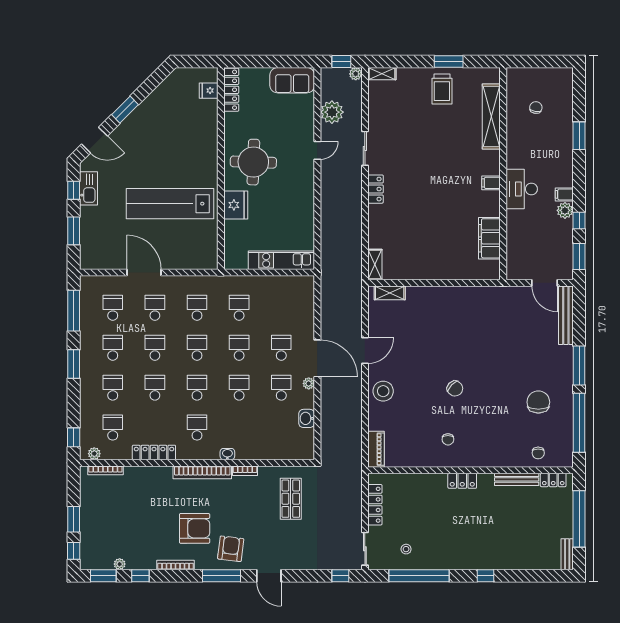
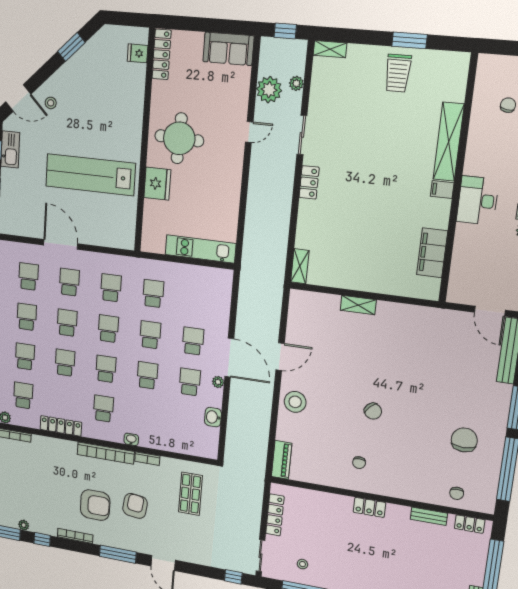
plant: (356, 74) -> (296, 83), moved
window: (125, 110) -> (71, 47), moved
shelving: (491, 117) -> (449, 142), moved
stool: (127, 142) -> (51, 103), added
shelving: (390, 293) -> (358, 305), moved
bench: (517, 479) -> (429, 516), width x0.73
armchair: (231, 549) -> (135, 506), moved

